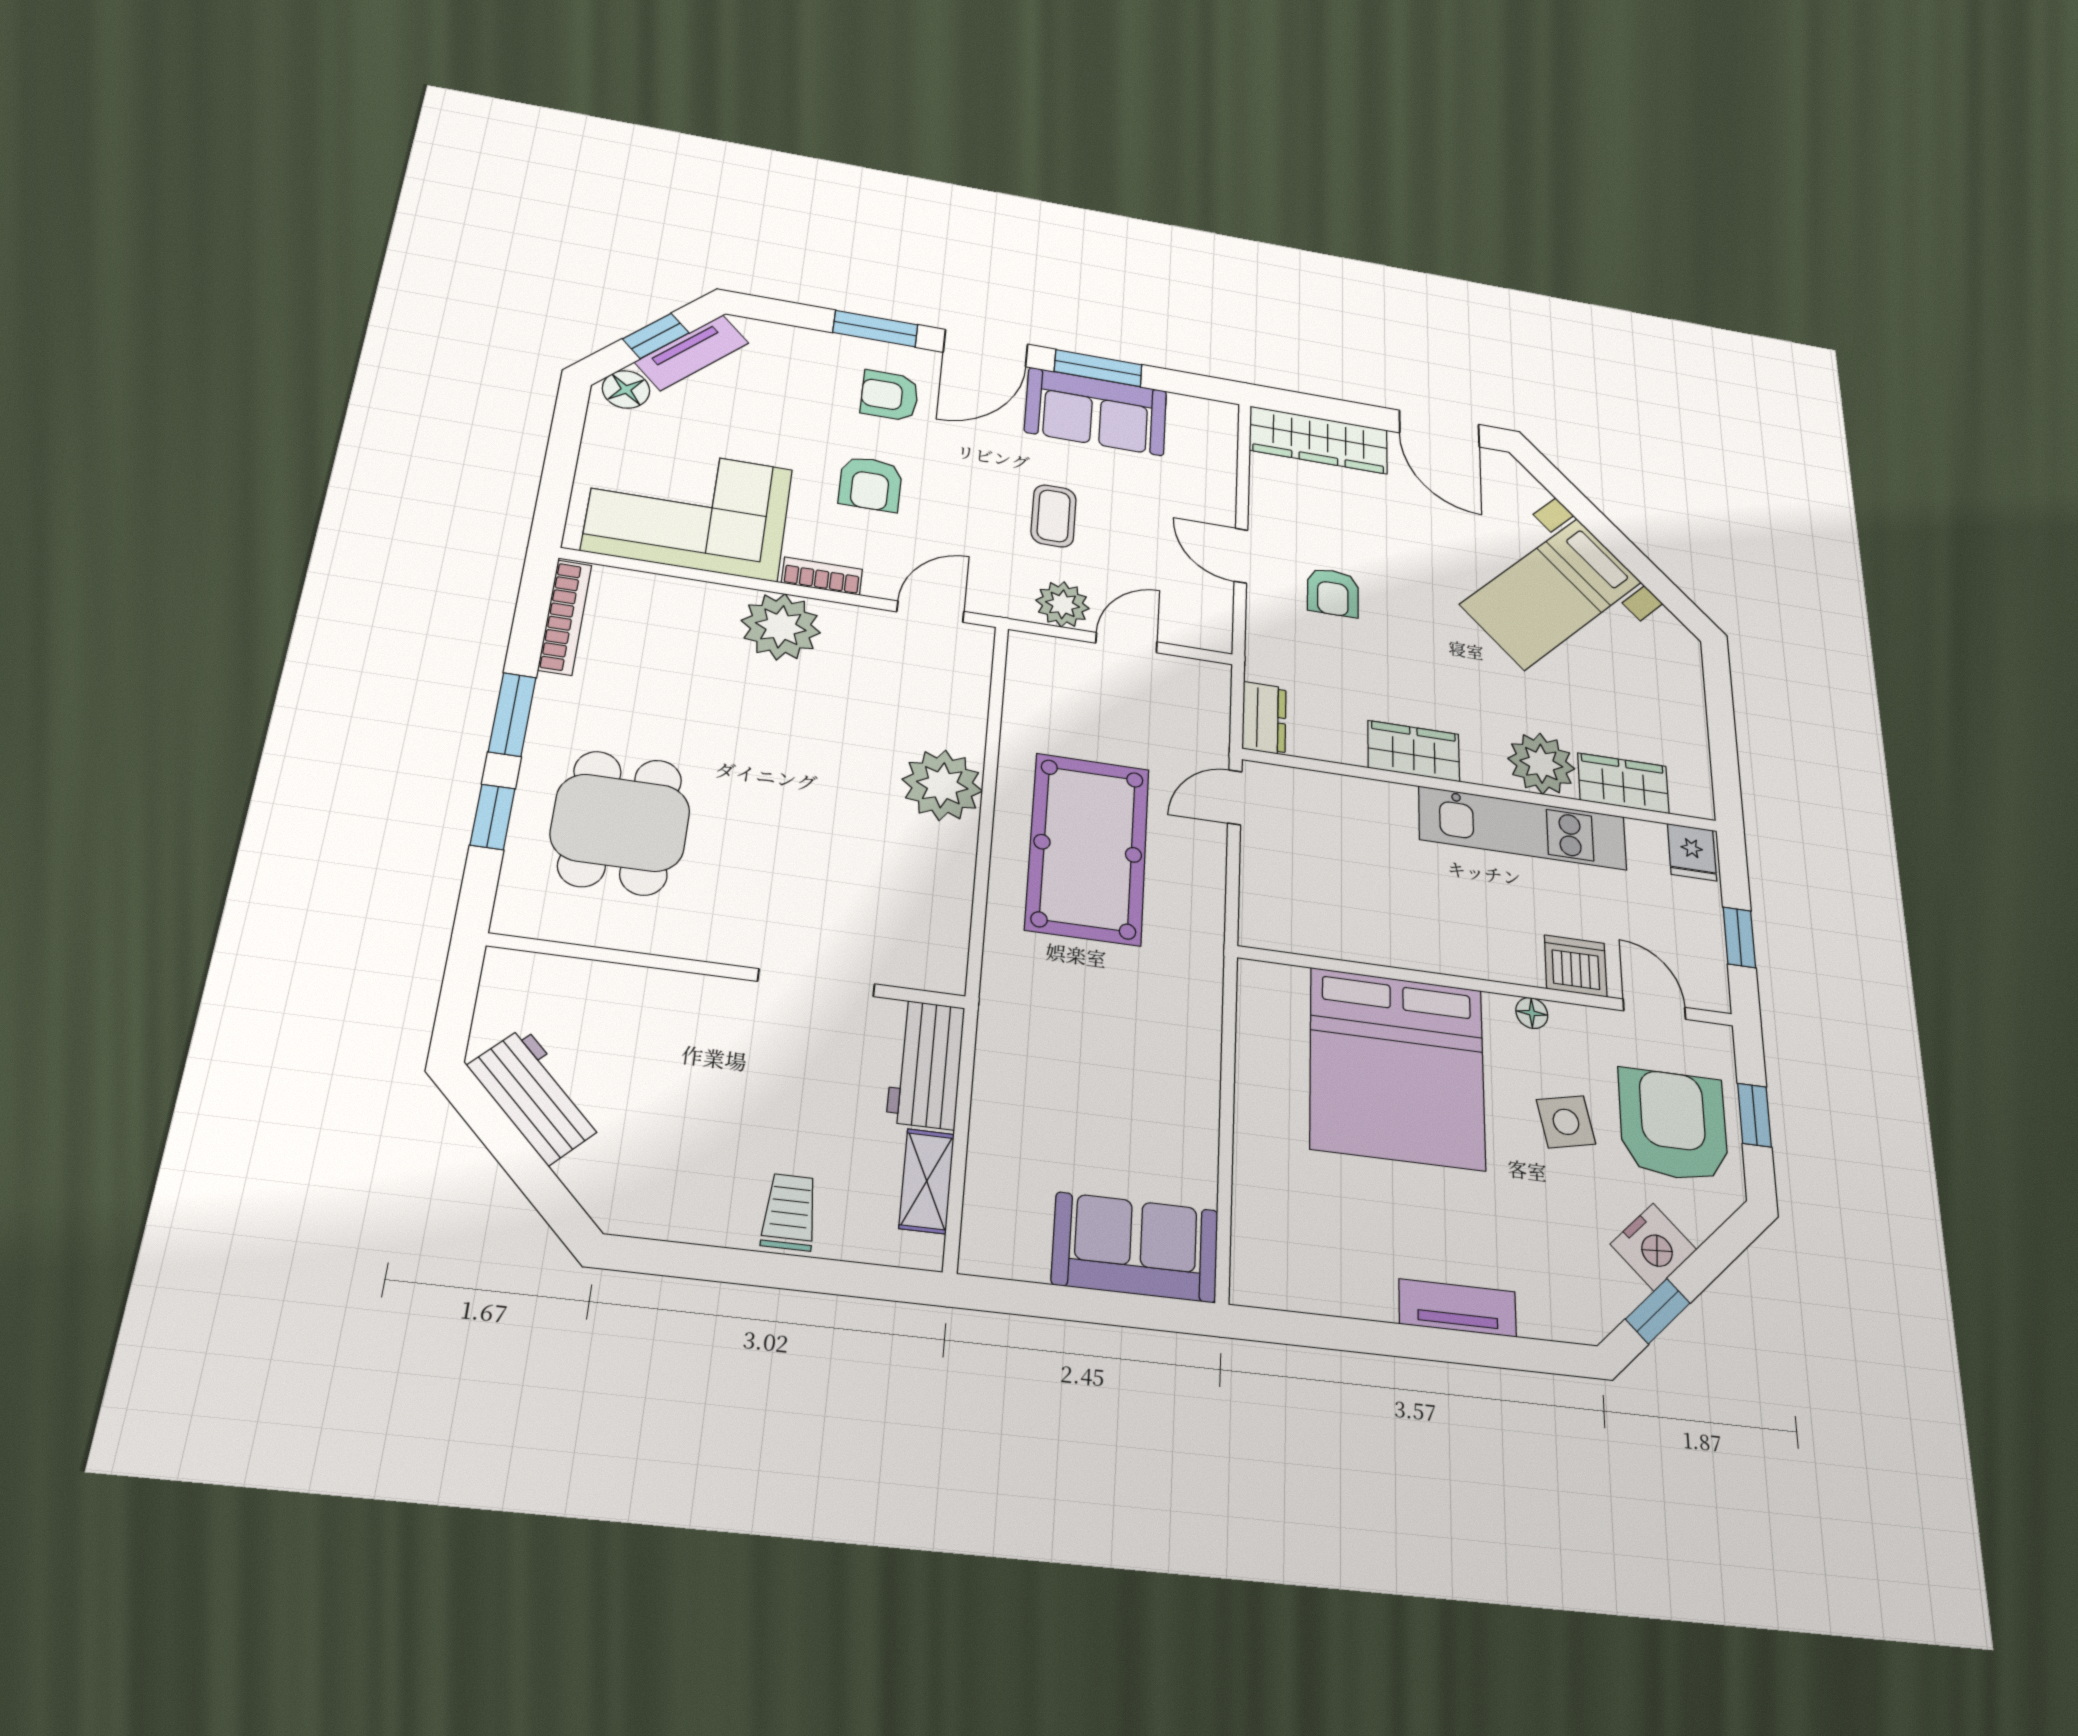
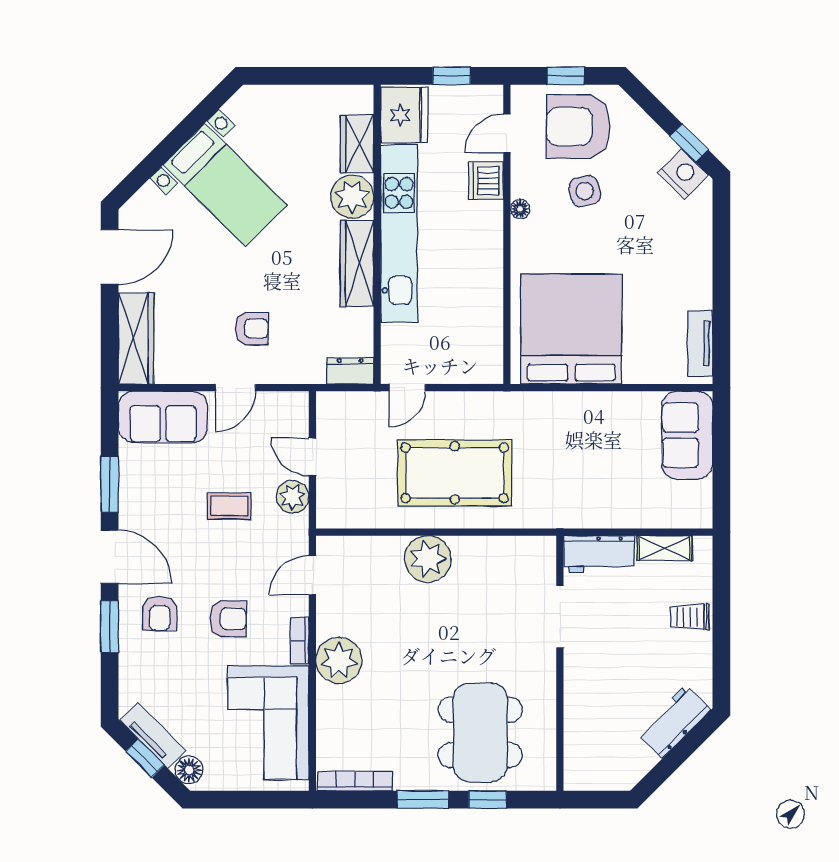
sofa: (1096, 411) -> (163, 417), moved, turned 90
door: (930, 612) -> (312, 575), hinge flipped
wardrobe: (1414, 751) -> (357, 263), width x1.50
door: (1235, 797) -> (407, 388), hinge flipped
dining table: (620, 823) -> (480, 732), width x1.38
kitchen unit: (1523, 828) -> (399, 234), width x1.36
fridge: (1692, 852) -> (404, 115), width x1.88, depth x1.34
bed: (1397, 1068) -> (571, 329), moved, turned -90
workbench: (536, 1096) -> (674, 722), moved
nightstand: (1653, 1247) -> (683, 174), moved
tv unit: (1458, 1308) -> (700, 343), moved

